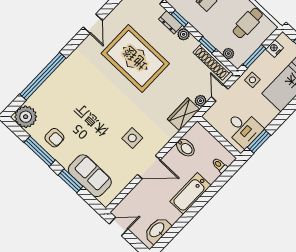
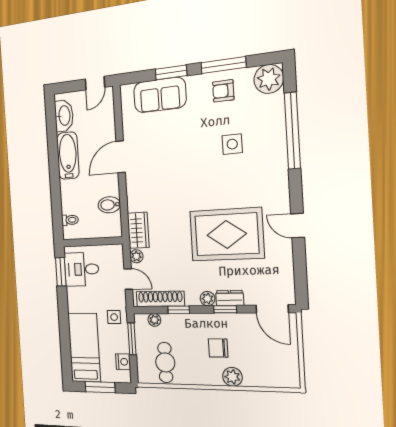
side table: (132, 138) -> (232, 144), moved
bathtub: (190, 193) -> (68, 156), moved

